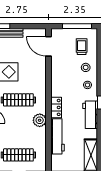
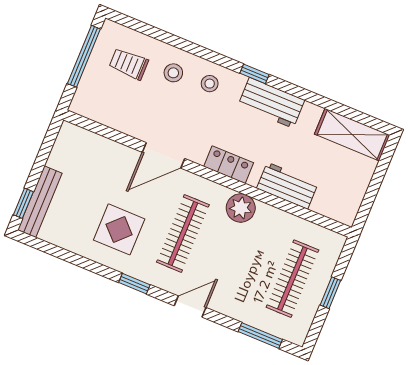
door: (49, 46) -> (164, 155), moved
workbench: (57, 136) -> (287, 186), width x0.73

